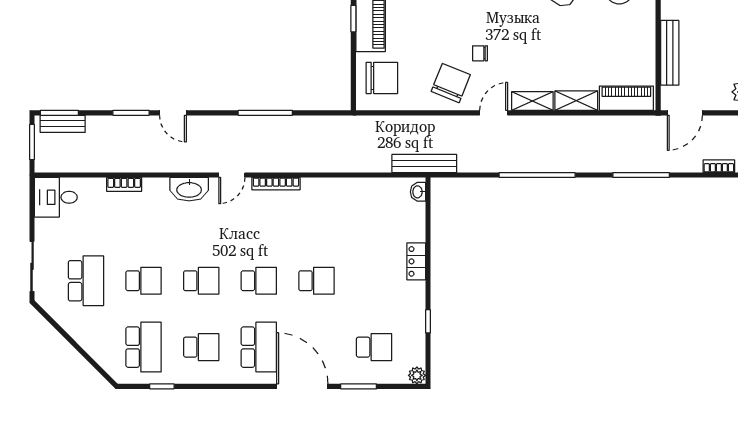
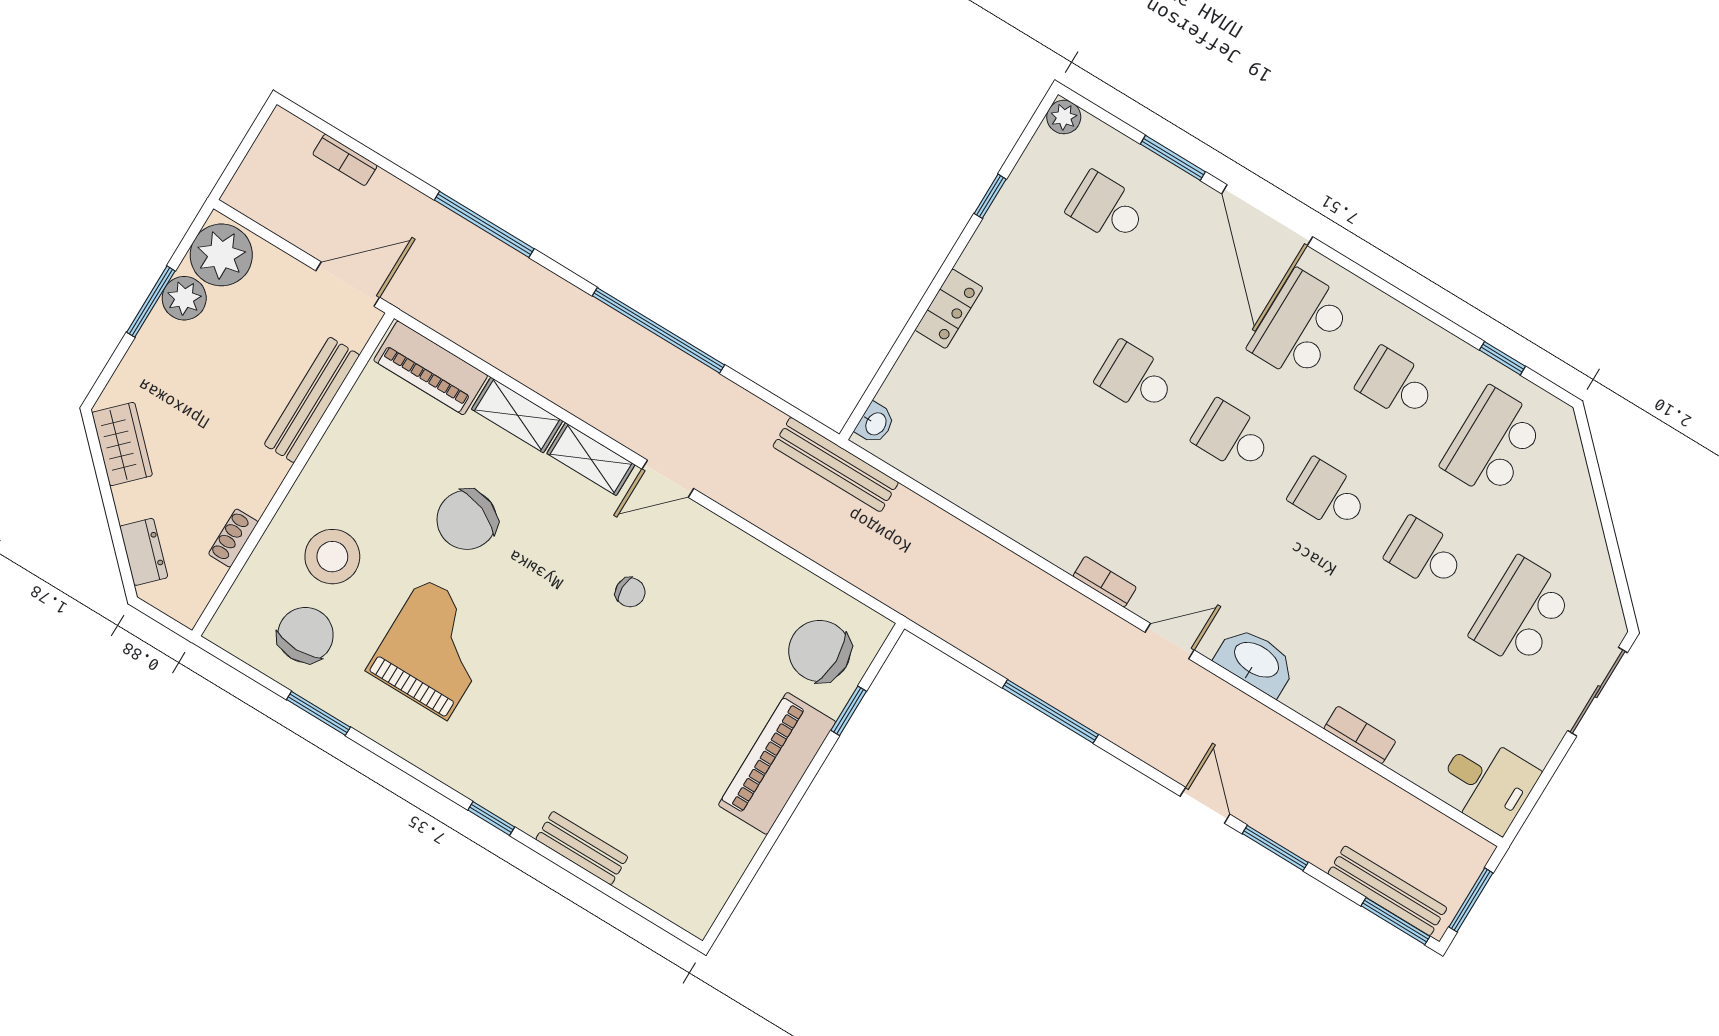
window: (353, 19) -> (849, 711), moved
chair: (451, 83) -> (467, 520), moved
bench: (63, 124) -> (1387, 891), width x1.36
bookcase: (276, 184) -> (1105, 582), width x0.64

